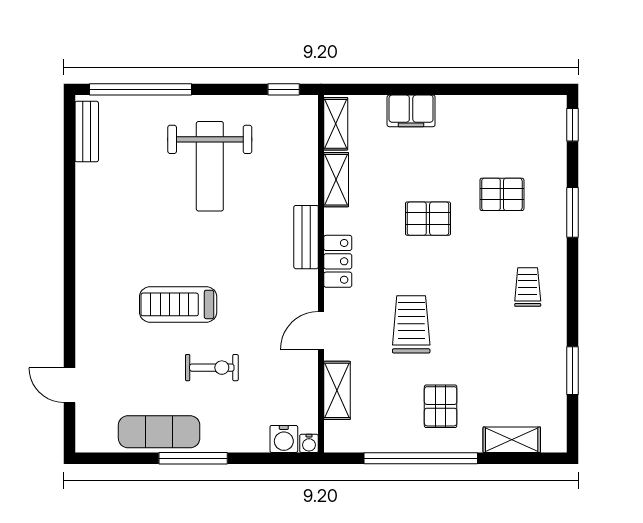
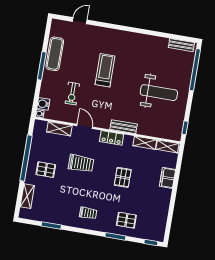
weight bench: (210, 166) -> (159, 93), turned 180
pallet: (502, 194) -> (126, 220), moved, turned 90
exercise bike: (212, 368) -> (72, 94), moved

